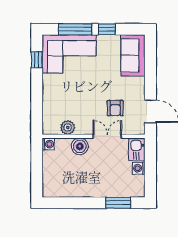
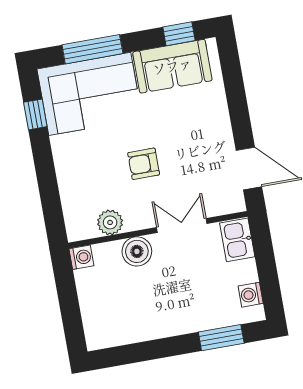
window: (107, 29) -> (179, 34), moved
sofa: (133, 55) -> (172, 66), moved, turned -90
armchair: (115, 108) -> (144, 164), moved, turned 90
washing machine: (139, 168) -> (251, 295), moved

